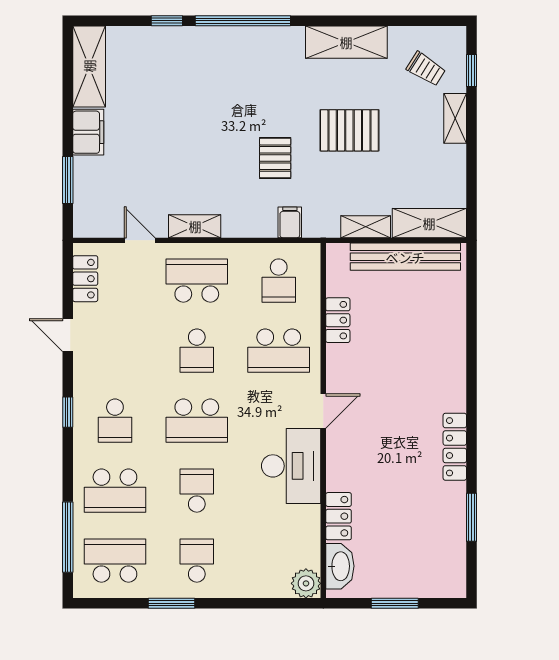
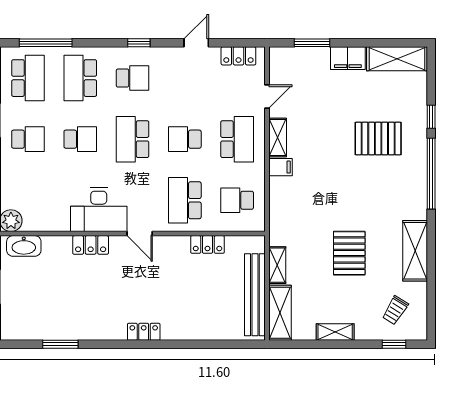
shelving: (455, 118) -> (335, 332), moved
pallet: (275, 158) -> (378, 139), moved, width x1.50, depth x1.42
filing cabinet: (290, 222) -> (281, 167), moved
school desk: (115, 421) -> (133, 78), turned 180
locker: (455, 447) -> (144, 332), moved, width x0.66
locker: (339, 516) -> (91, 245), moved

